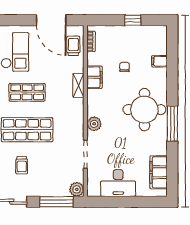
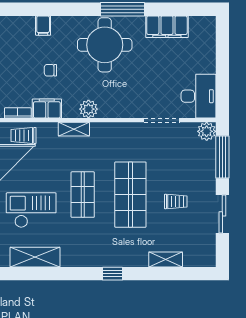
filing cabinet: (95, 77) -> (47, 109), moved
plant: (94, 124) -> (88, 109), moved
filing cabinet: (159, 172) -> (167, 27), moved
desk: (118, 183) -> (199, 96), moved

